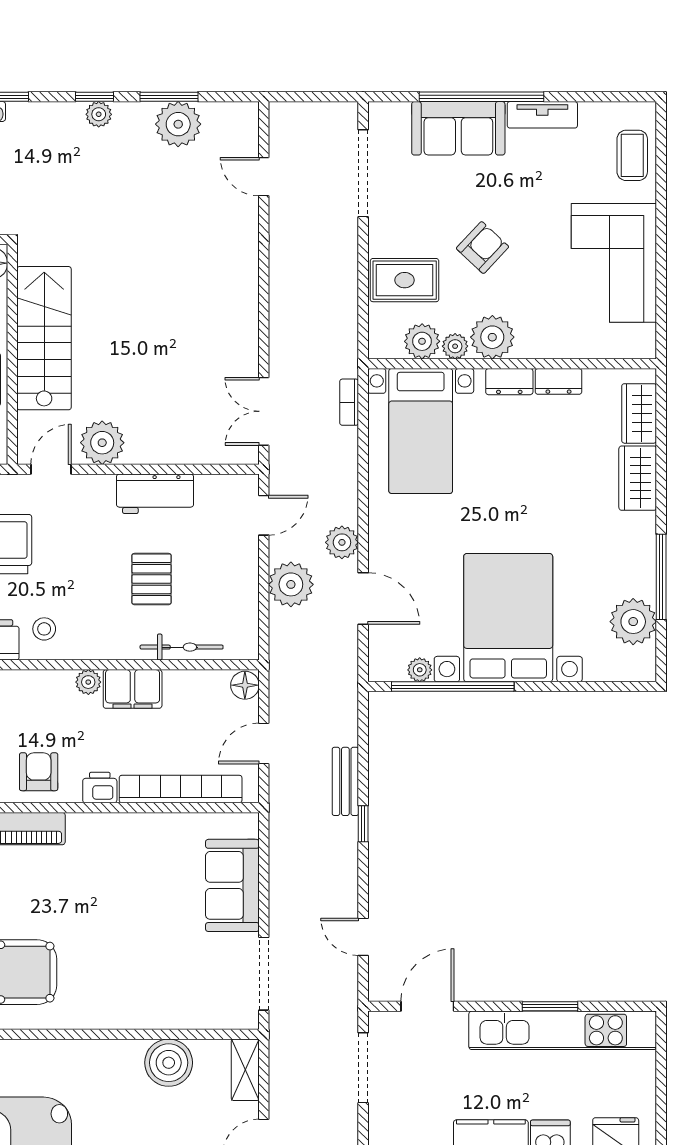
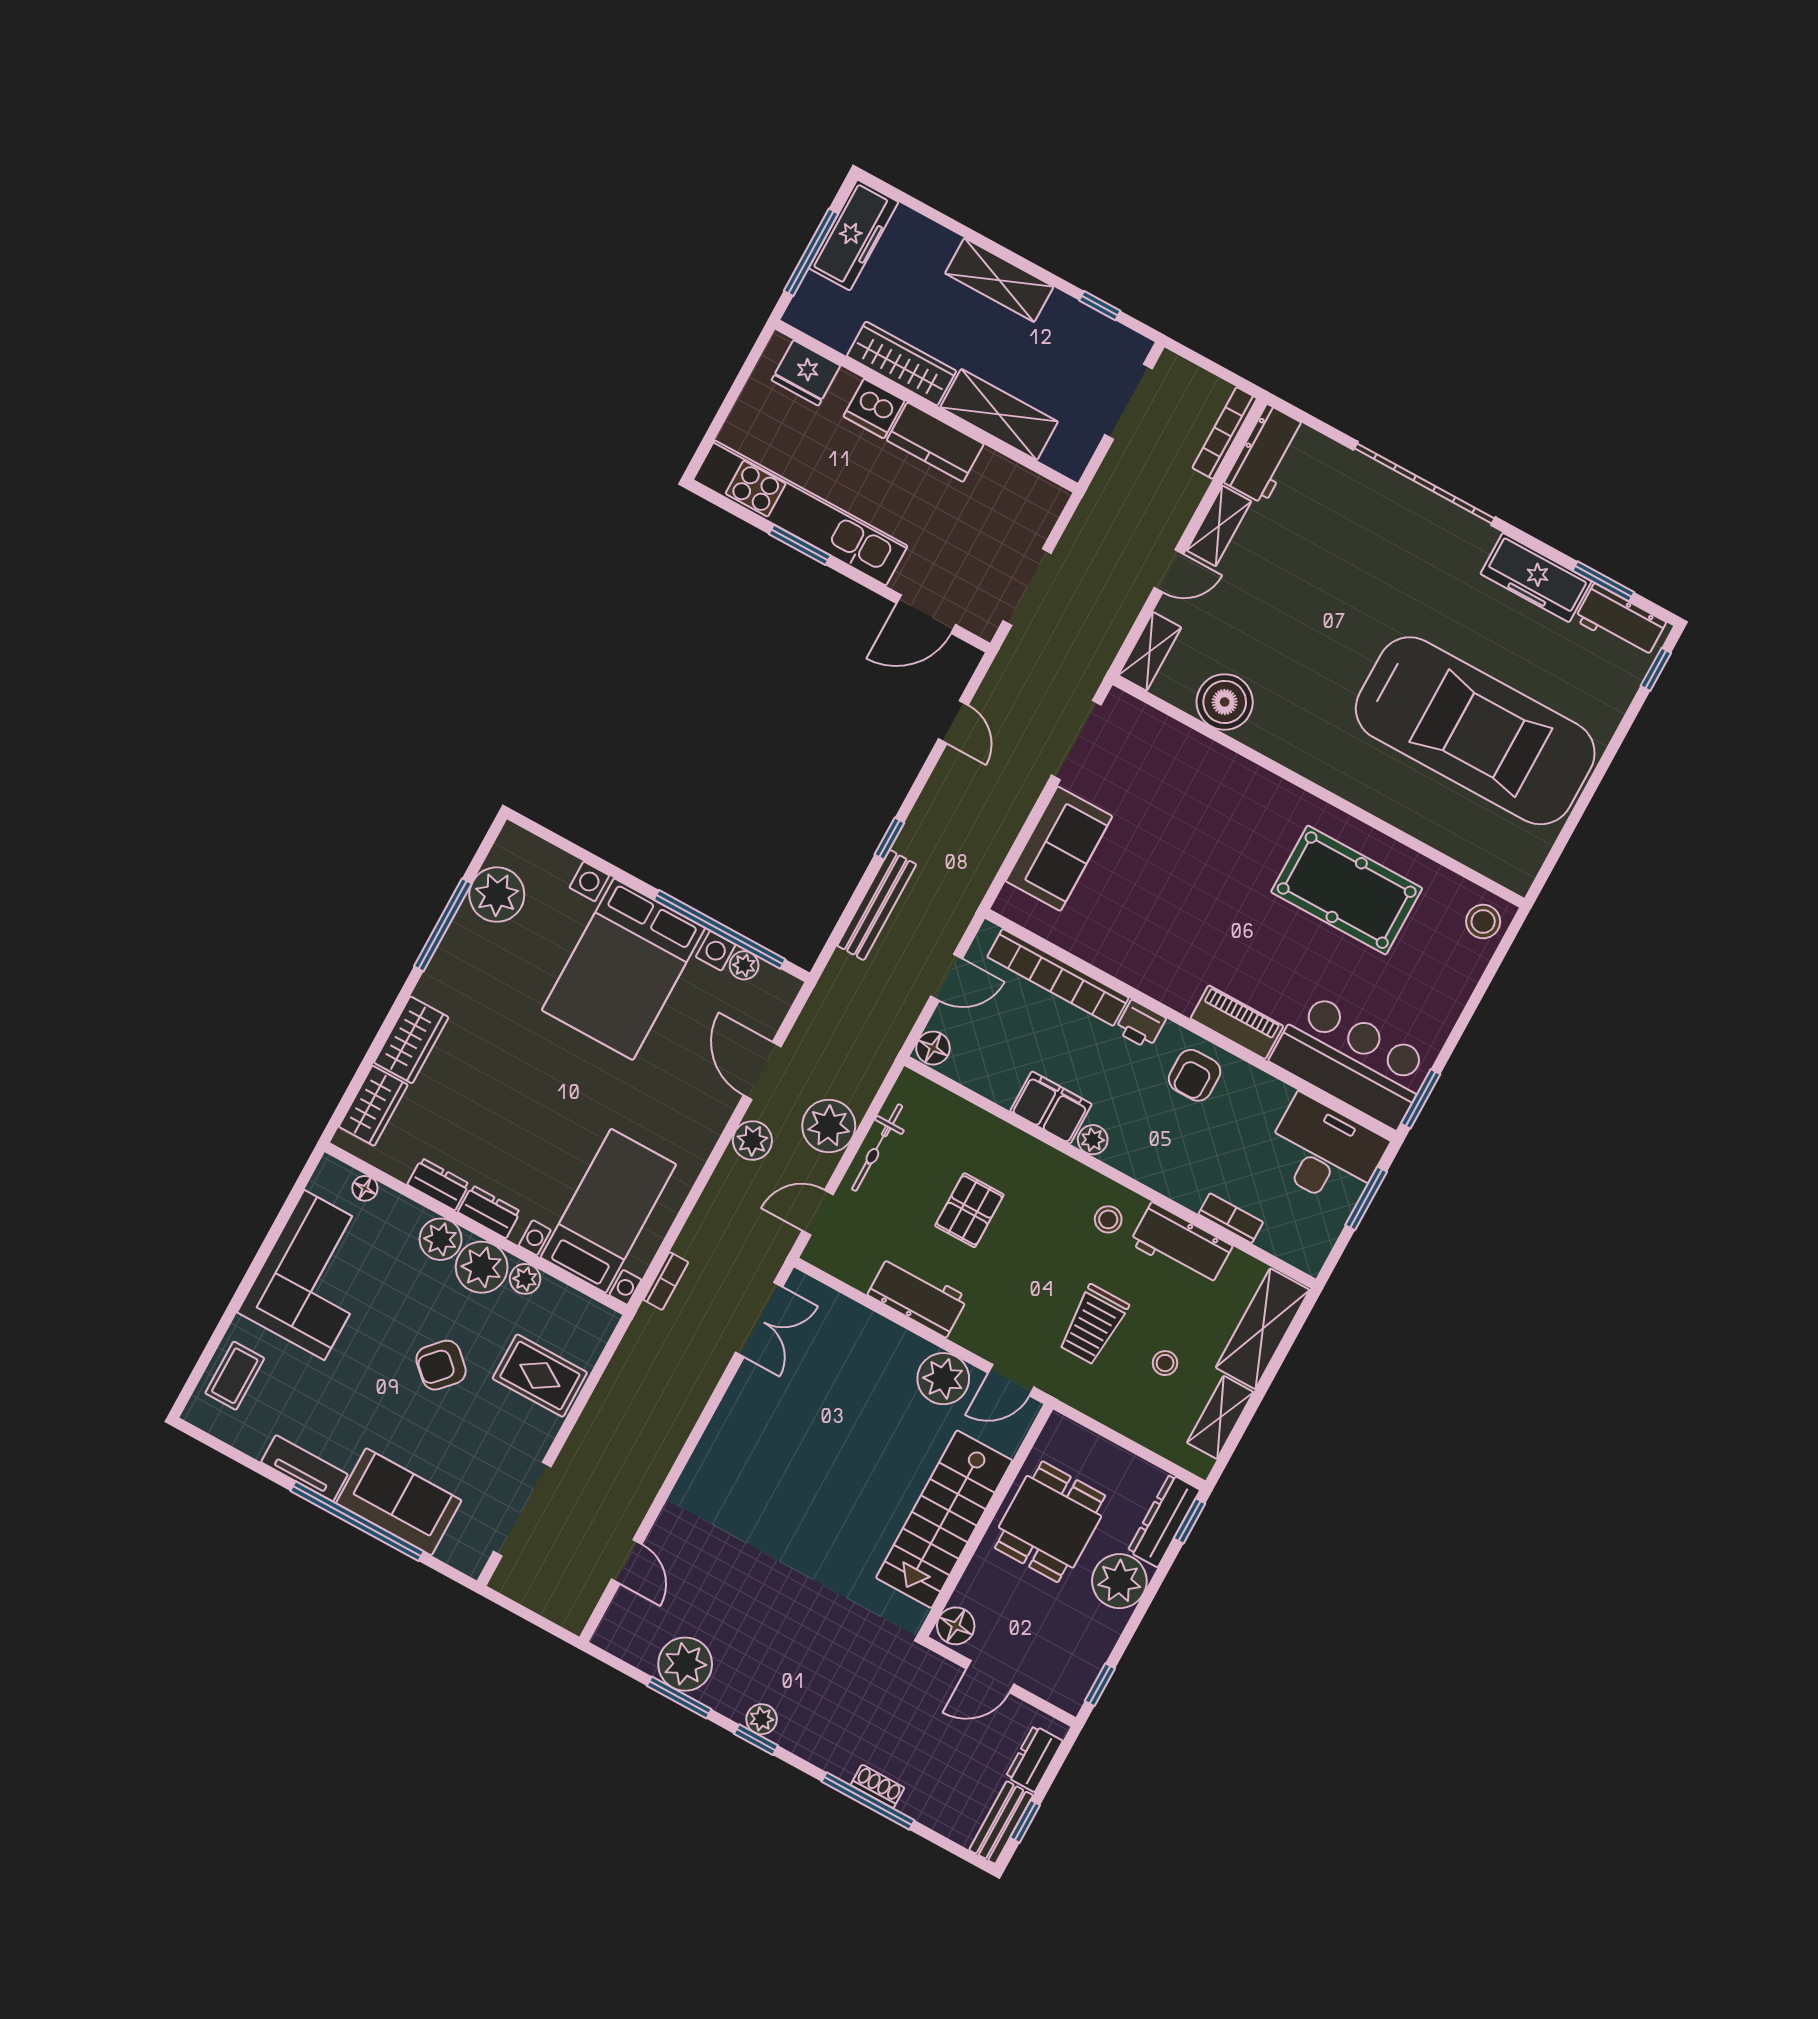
plant: (422, 341) -> (441, 1239), moved
floor lamp: (612, 348) -> (365, 1188), added
bicycle: (182, 647) -> (877, 1148), moved, turned -90
bench: (345, 781) -> (877, 905), width x1.36

